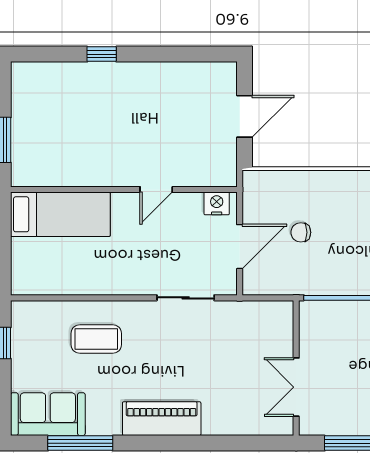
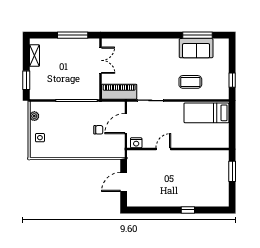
bed: (60, 214) -> (206, 113), moved
sofa: (48, 414) -> (196, 48), moved
piano: (162, 419) -> (119, 92), moved, turned 180

